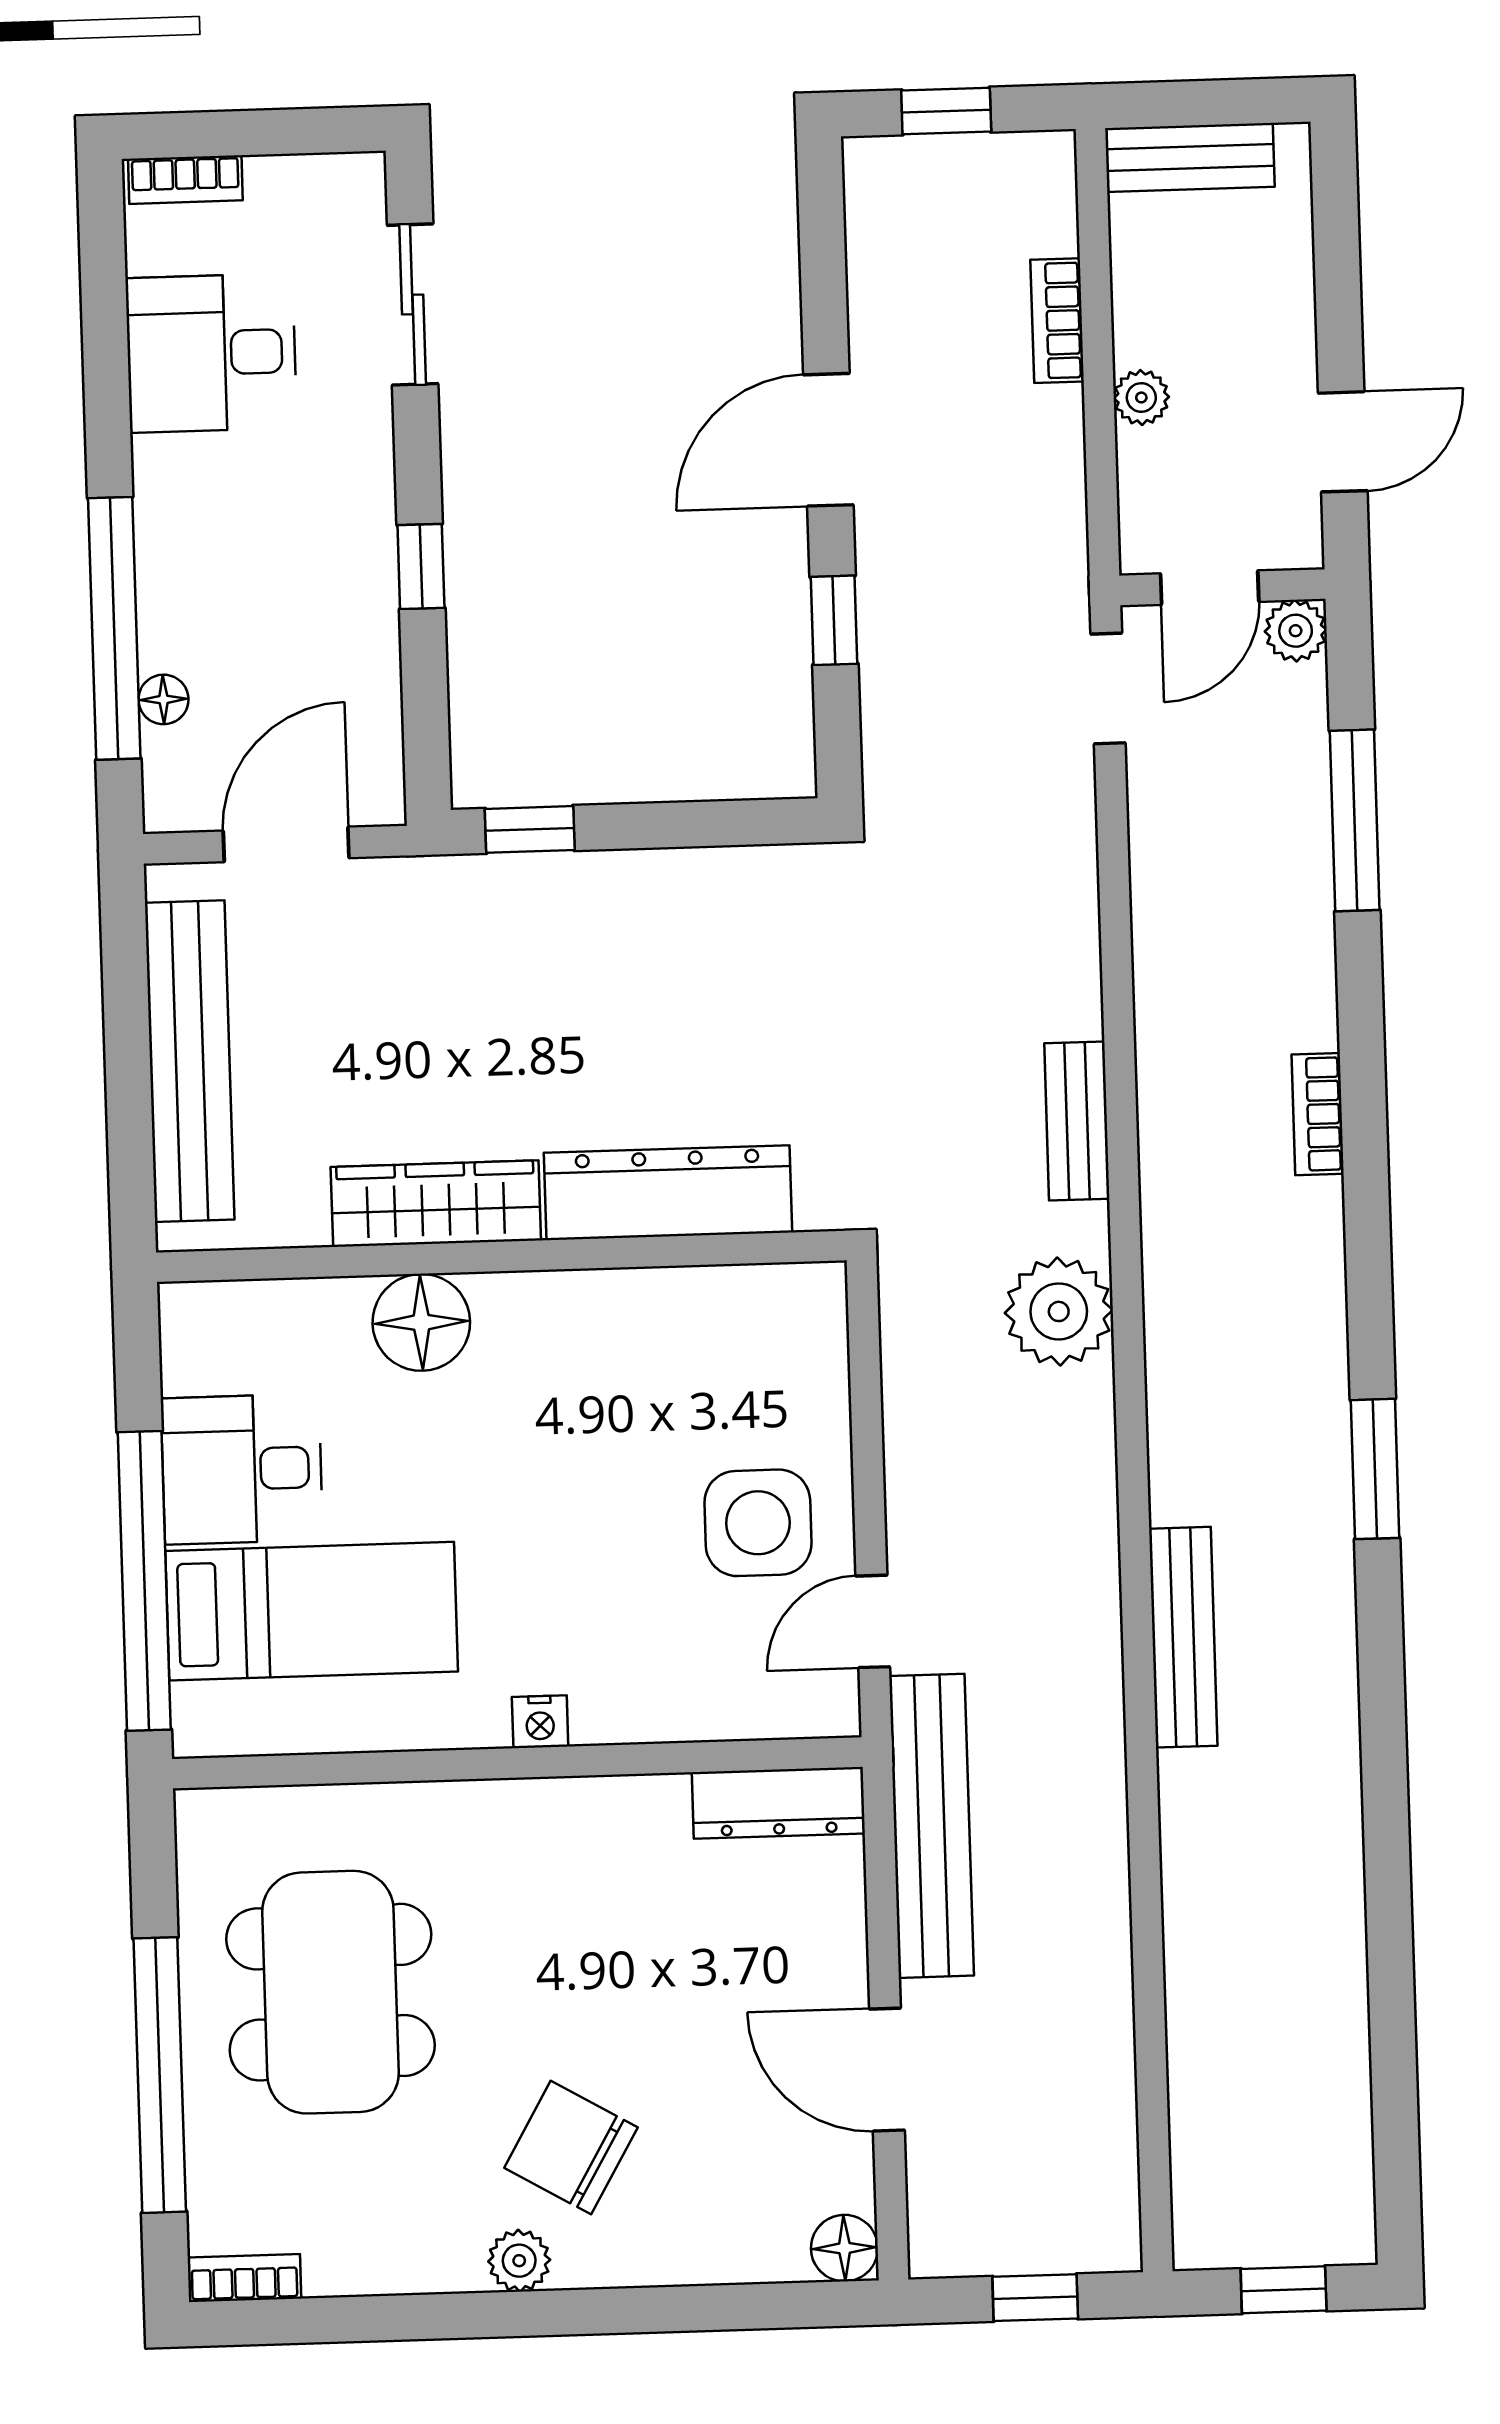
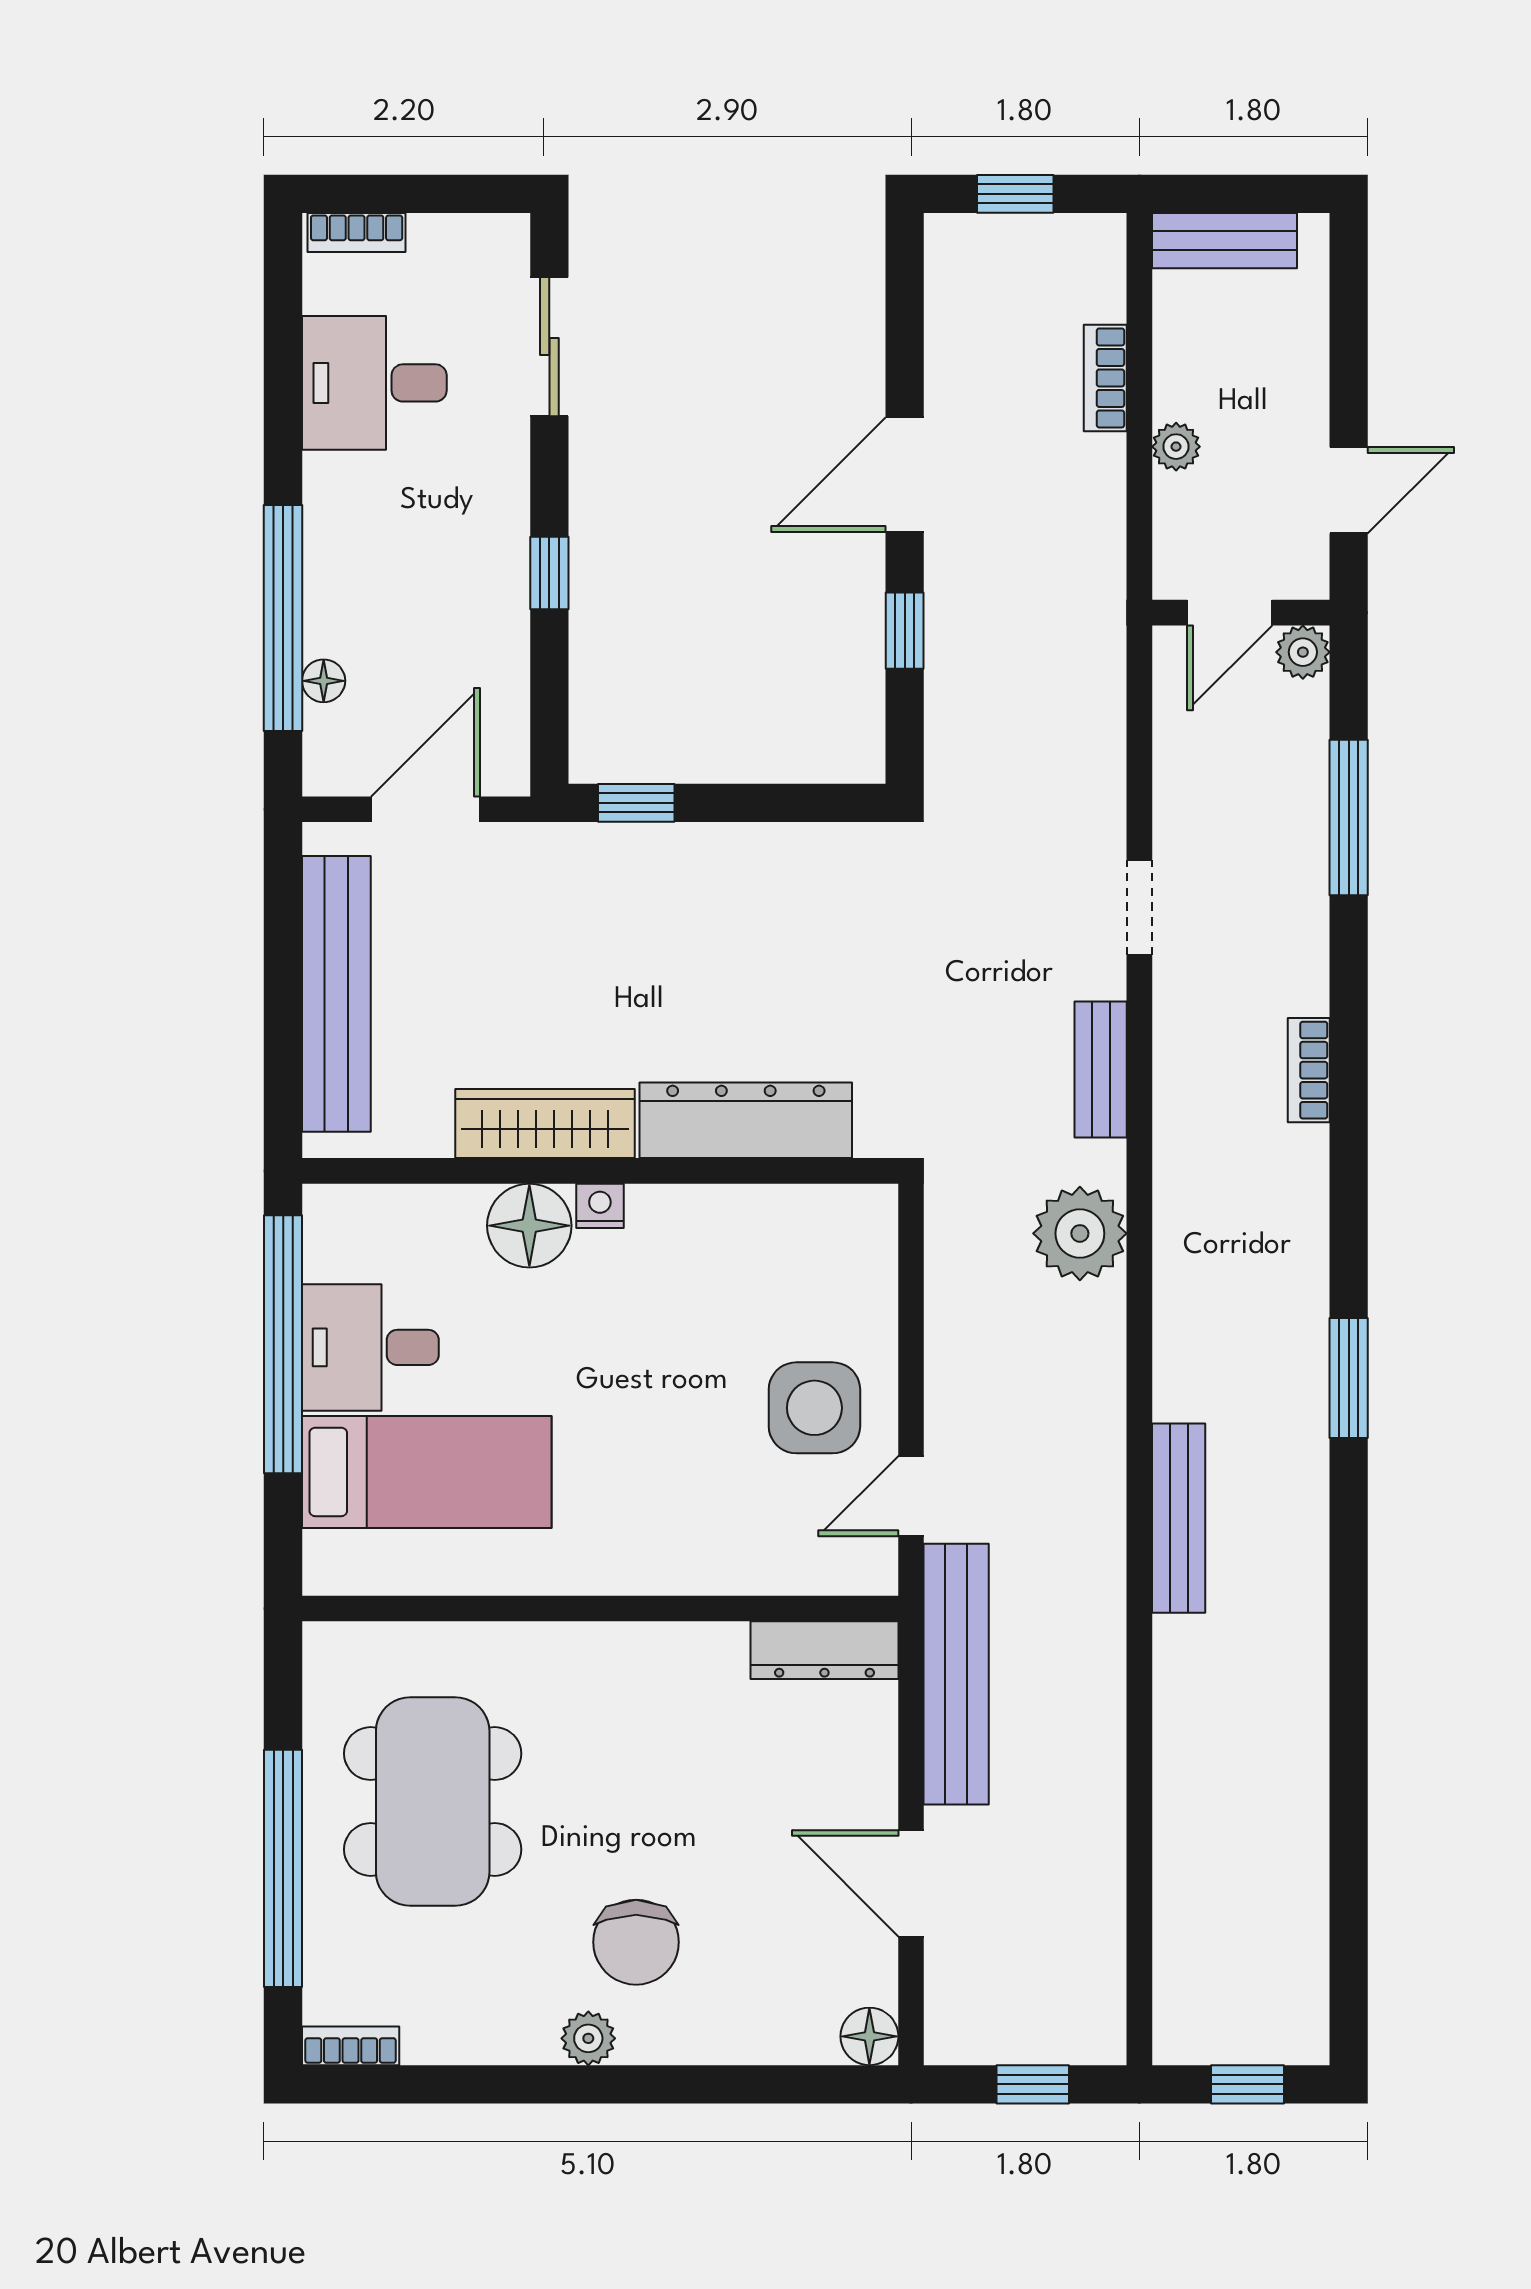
doorway: (1108, 689) -> (1139, 907), moved
window: (144, 1581) -> (283, 1344), moved
nightstand: (540, 1722) -> (600, 1206), moved, turned 180
chair: (571, 2148) -> (636, 1942), turned -120

